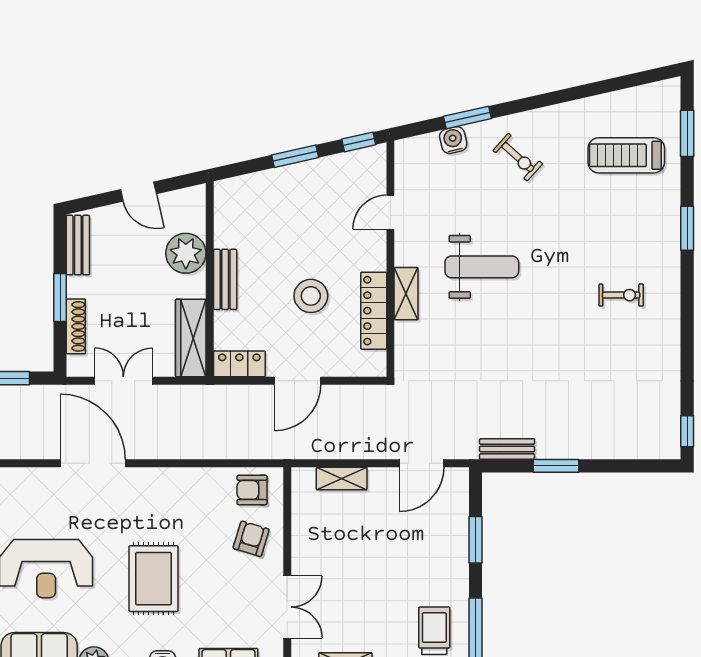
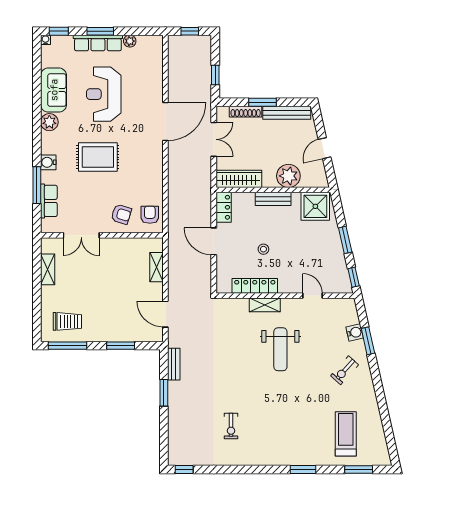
shower: (238, 207) -> (315, 206), added
bench: (78, 245) -> (287, 113), width x1.36
exercise bike: (621, 295) -> (231, 426), moved
stool: (311, 296) -> (263, 249), width x0.53, depth x0.53

